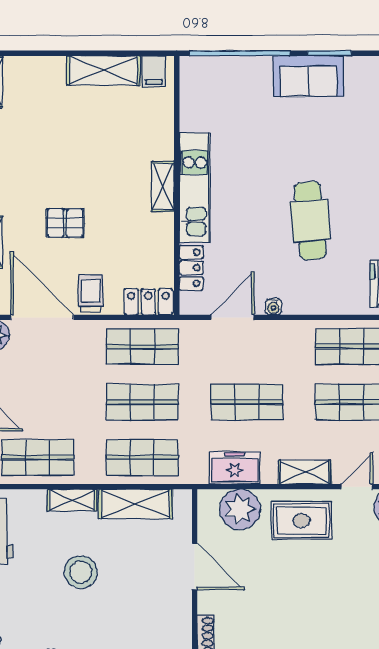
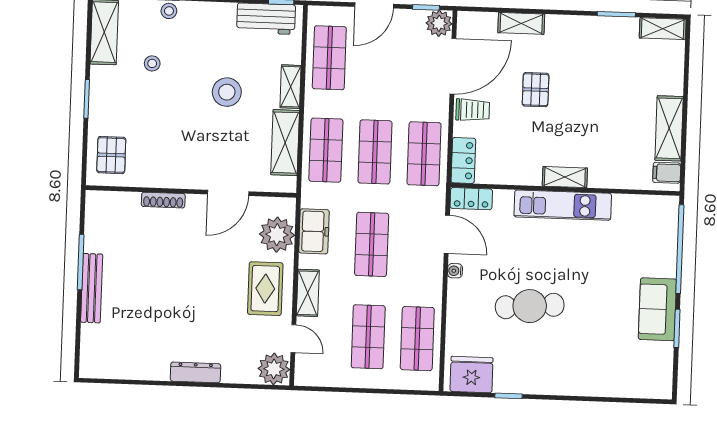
locker: (191, 268) -> (471, 199), moved

